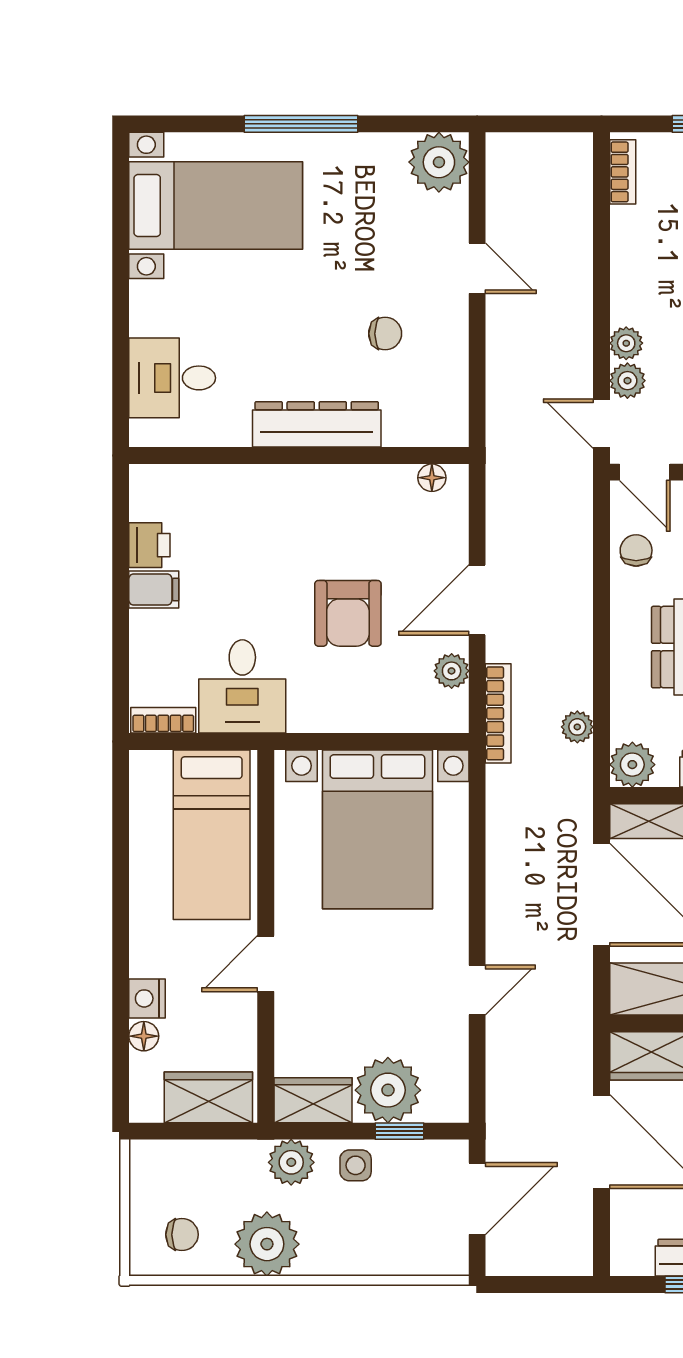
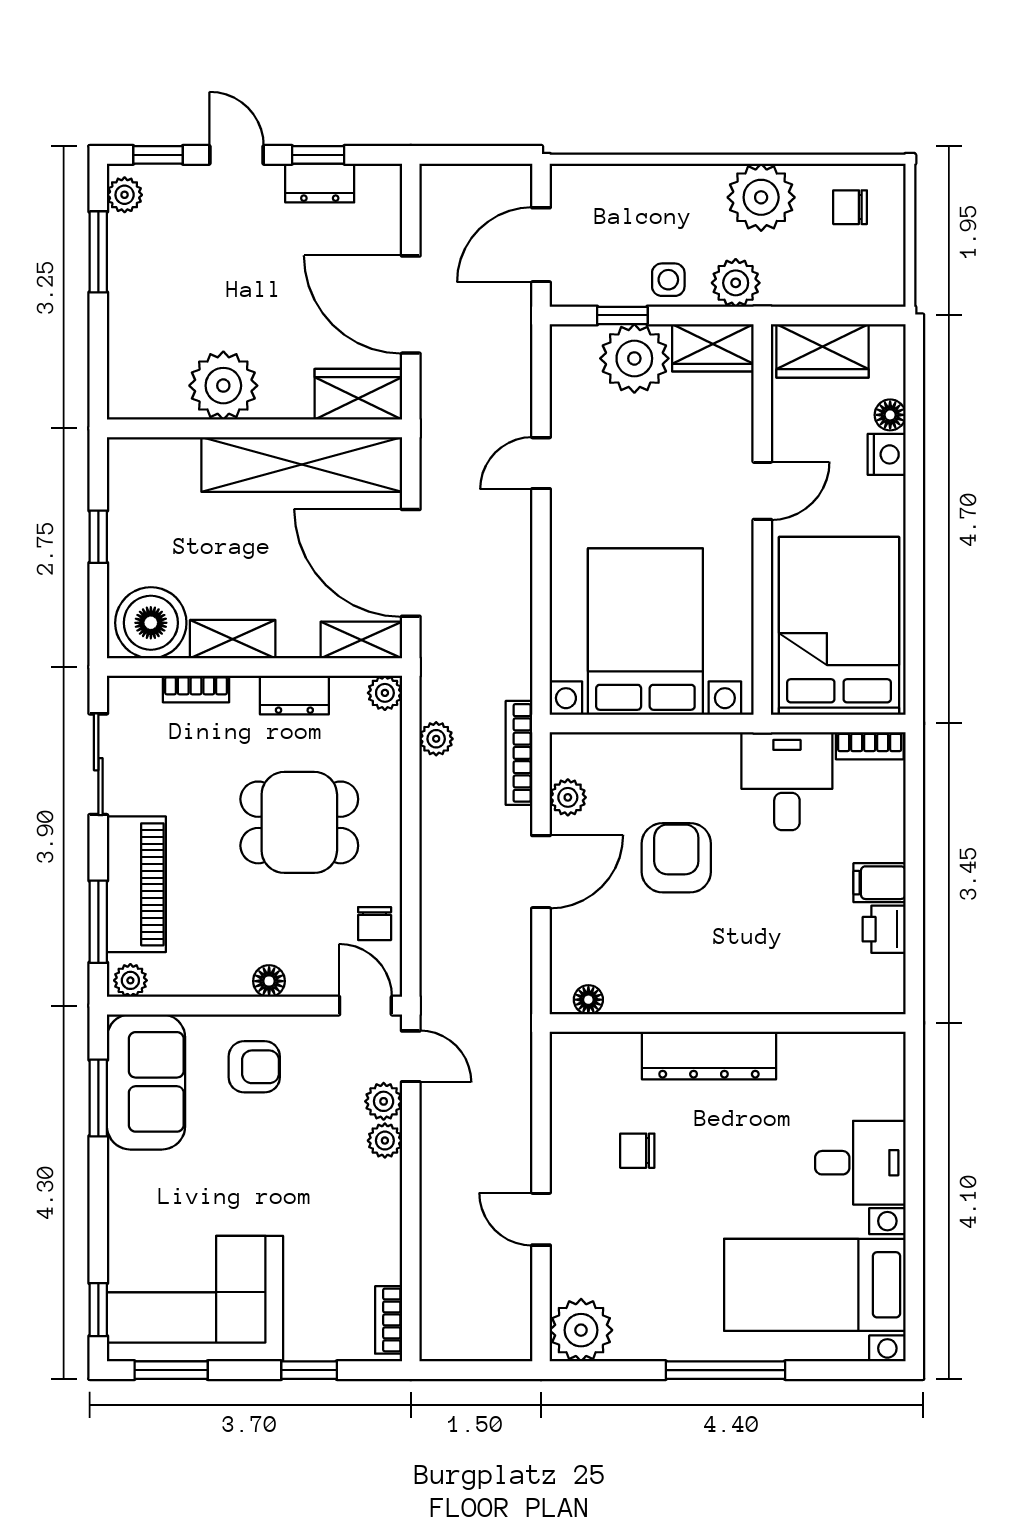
desk: (172, 378) -> (860, 1163), moved
plant: (632, 765) -> (385, 693), width x0.73, depth x0.73
bed: (212, 835) -> (839, 626), width x1.50

